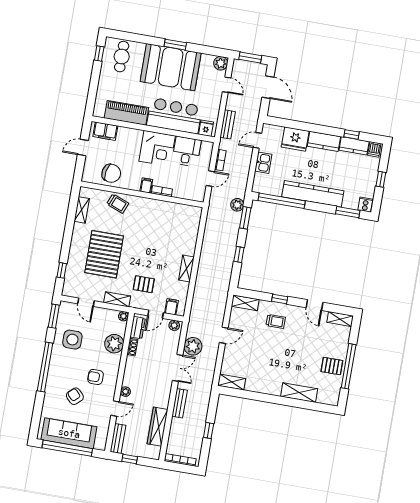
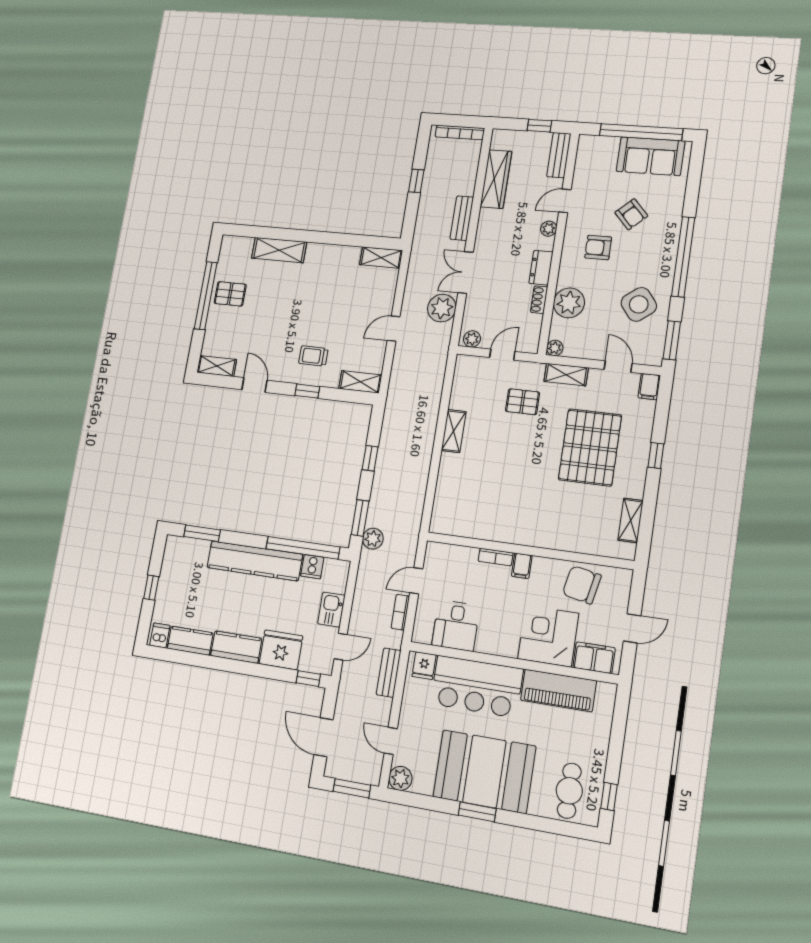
window: (352, 134) -> (308, 679), moved
corner desk: (157, 148) -> (548, 636), moved
trolley: (118, 204) -> (569, 534), removed
cooker: (365, 205) -> (312, 567), moved
window: (62, 270) -> (656, 455), moved
filing cabinet: (171, 307) -> (649, 387), moved
dresser: (138, 328) -> (541, 268), moved
side table: (72, 340) -> (639, 304), turned -38
armchair: (96, 377) -> (598, 248), turned 180
sofa: (69, 433) -> (651, 156), width x0.73

